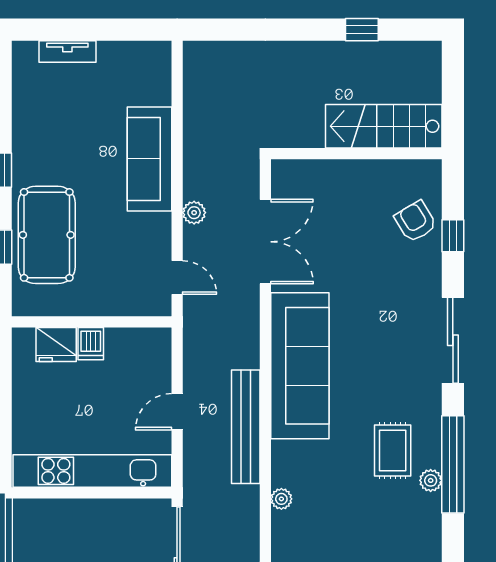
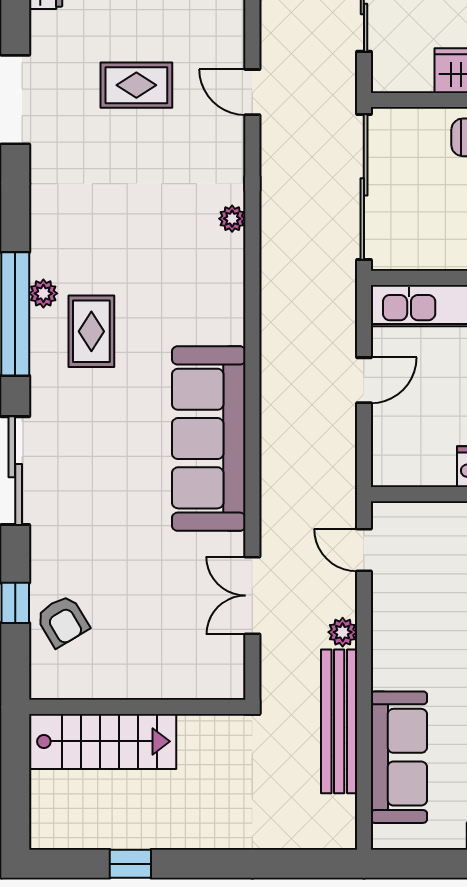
sofa: (149, 159) -> (399, 757), moved
double door: (265, 242) -> (252, 596), width x0.73
bench: (246, 427) -> (339, 721), moved
plant: (281, 499) -> (232, 219), moved

